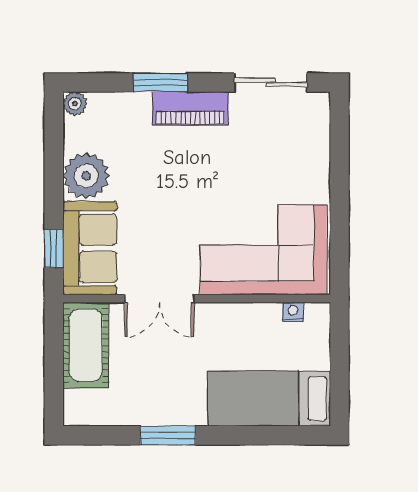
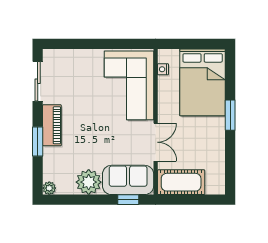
bed: (269, 399) -> (203, 82), width x1.50
window: (168, 435) -> (230, 115), moved

